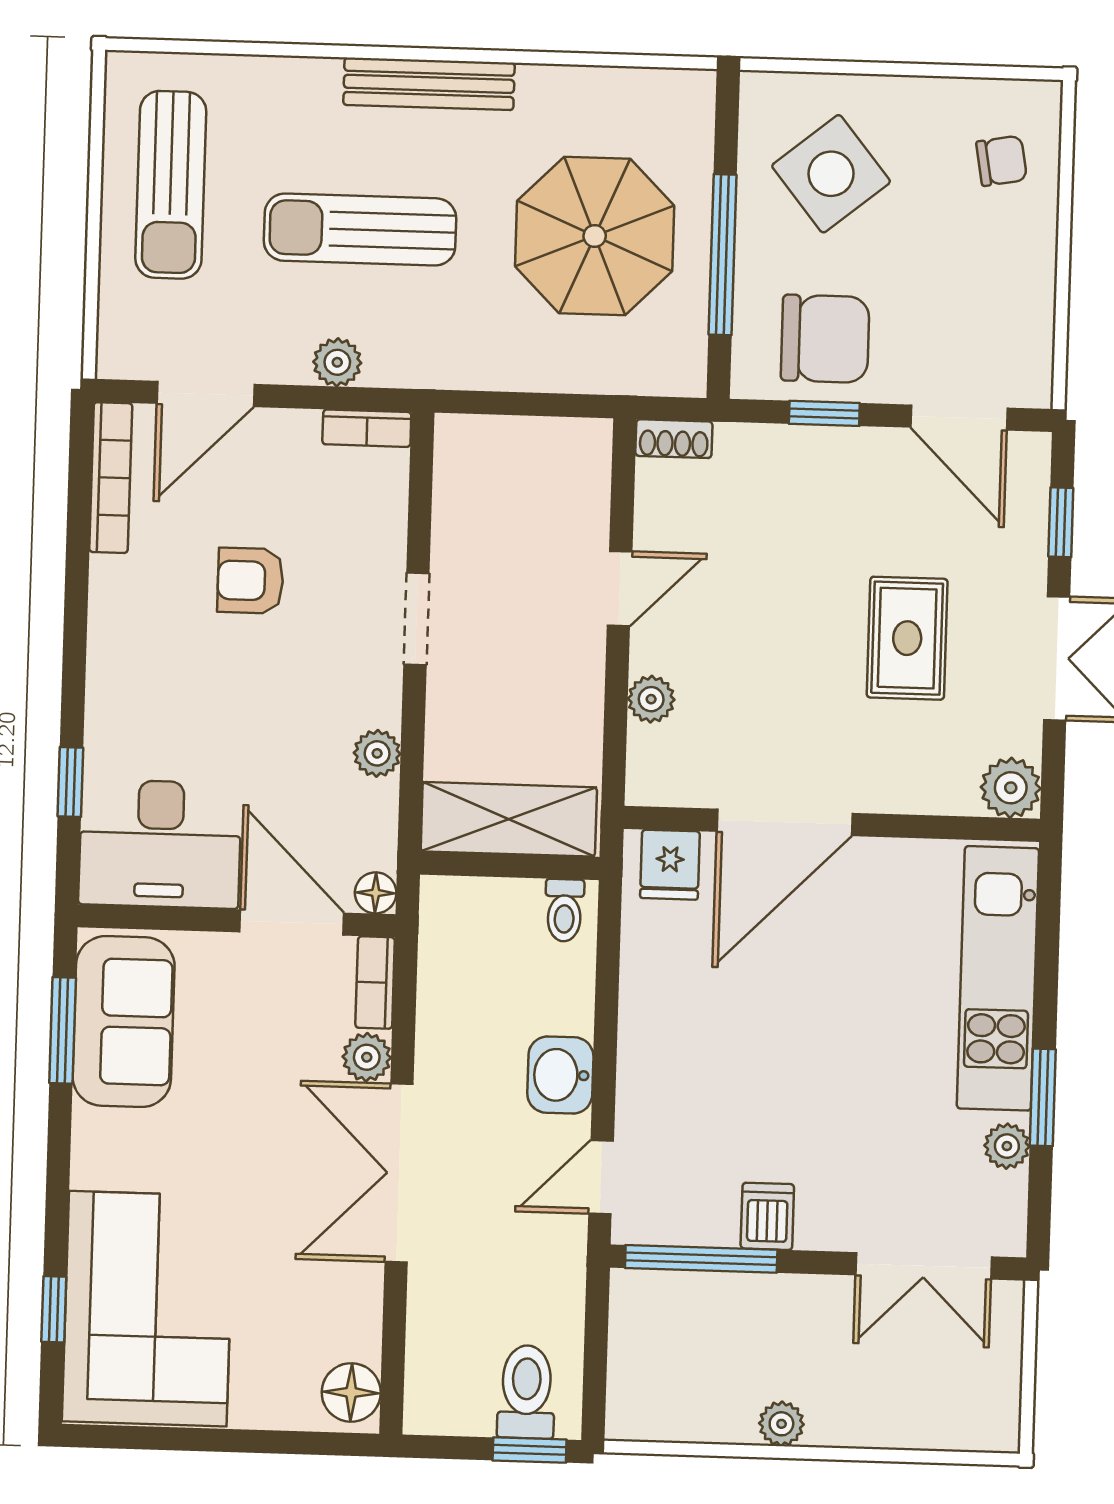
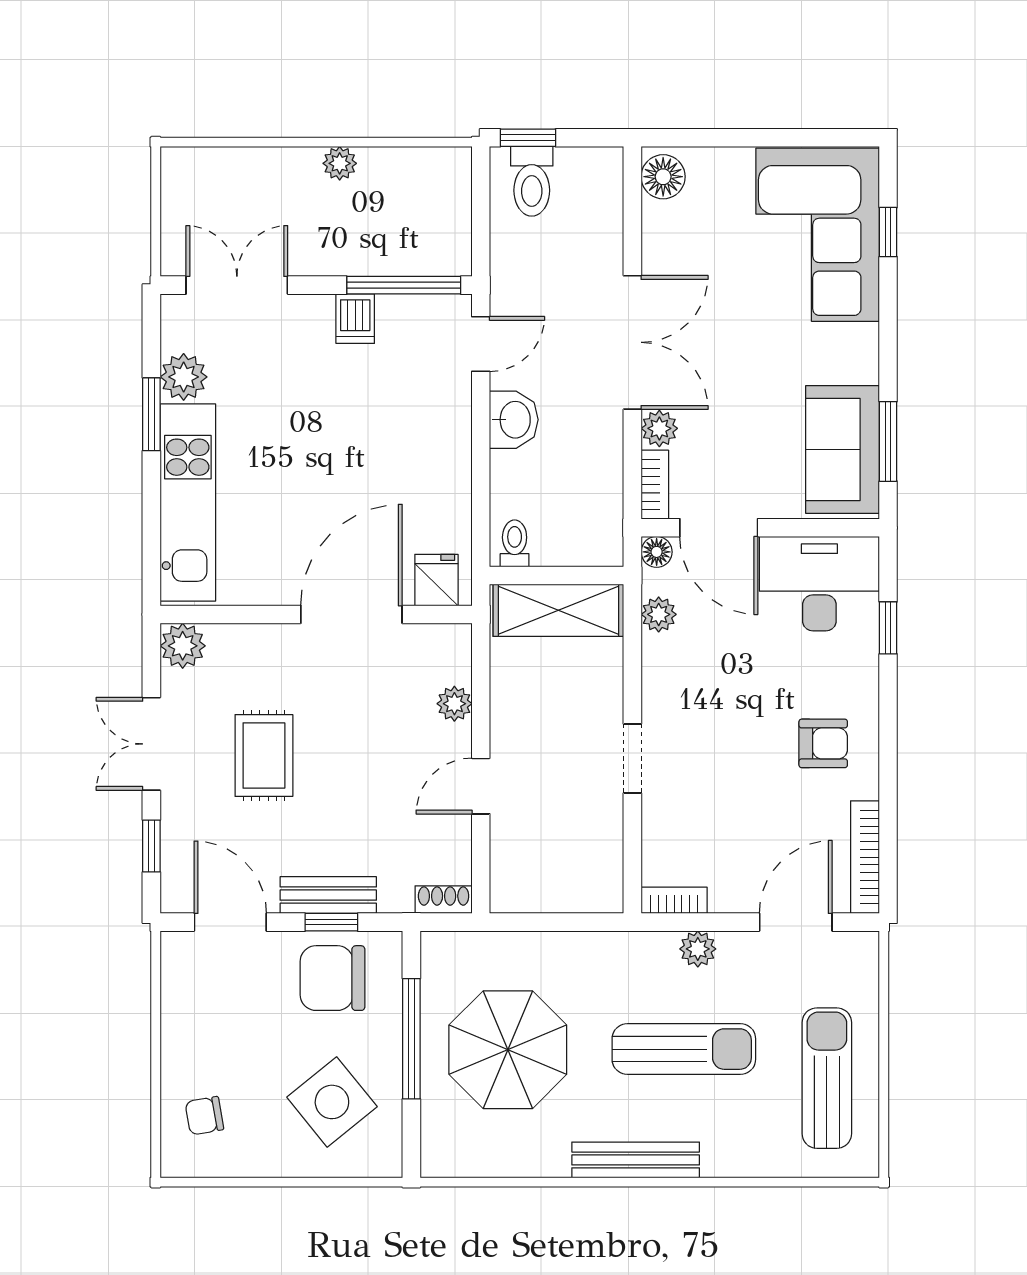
bench: (827, 450) -> (328, 895), added
armchair: (250, 581) -> (823, 743), moved
plant: (377, 753) -> (659, 614), moved
plant: (1007, 1146) -> (184, 377), width x1.38, depth x1.38

